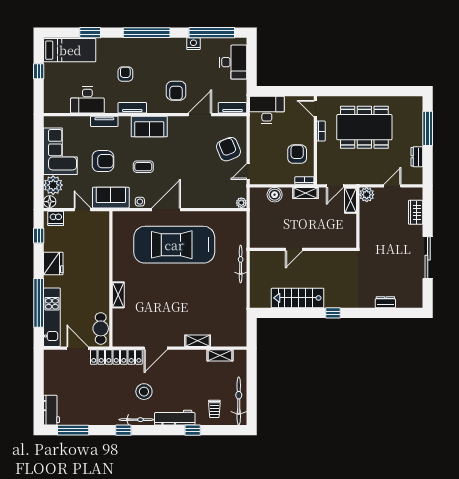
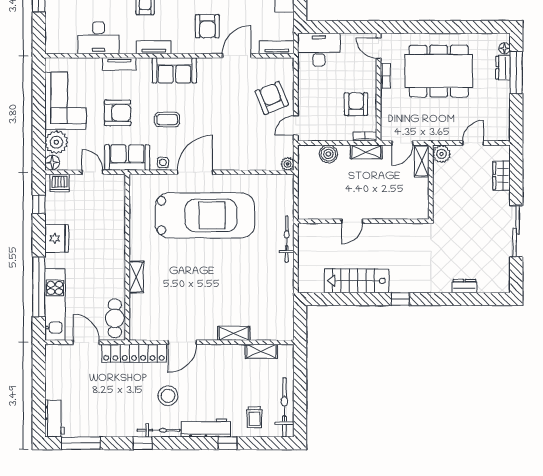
floor lamp: (418, 109) -> (505, 48), added
dresser: (417, 157) -> (503, 68), moved
car: (174, 245) -> (205, 215), turned 180

